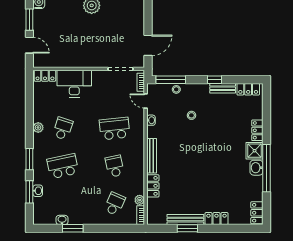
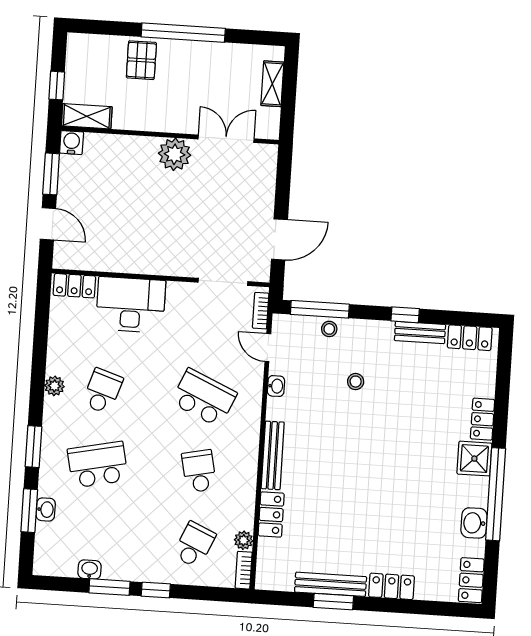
school desk: (115, 129) -> (204, 398), turned 30
washbasin: (256, 168) -> (474, 523), moved
window: (96, 228) -> (156, 590), added

